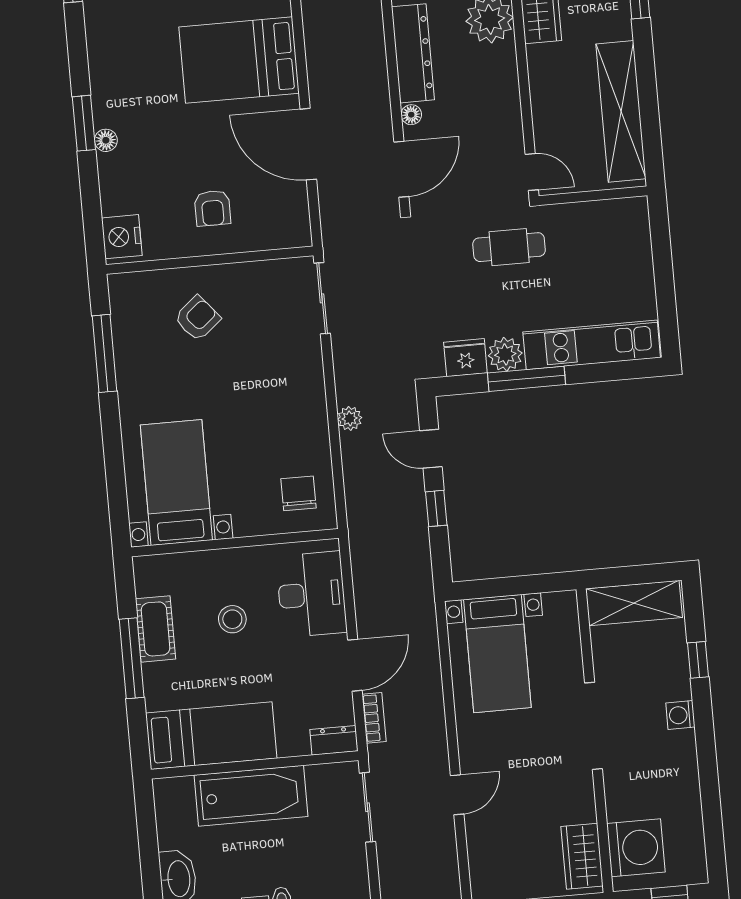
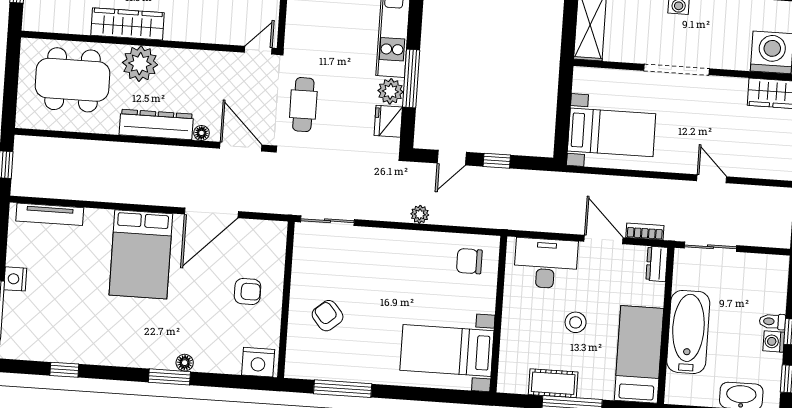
cafe table: (509, 247) -> (303, 105), moved
stool: (232, 619) -> (576, 322), moved

